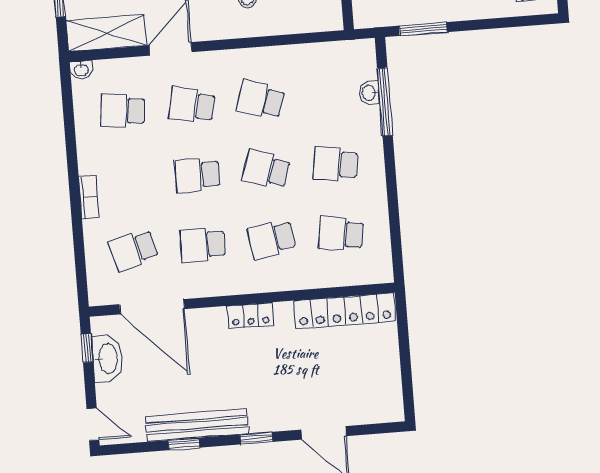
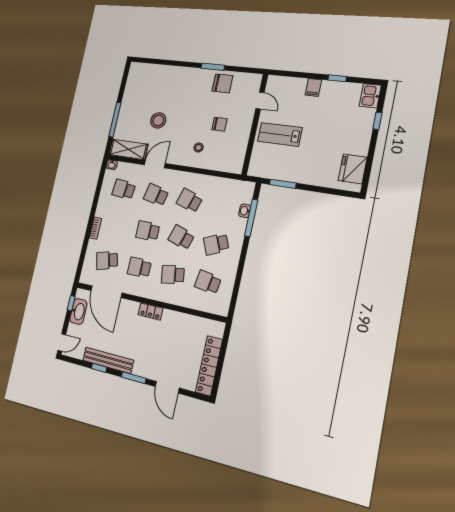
school desk: (335, 164) -> (216, 244), turned -33
locker: (345, 311) -> (209, 366), moved, turned 90
door: (93, 424) -> (62, 343), hinge flipped
window: (256, 438) -> (134, 378), width x1.50

